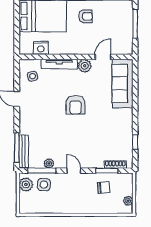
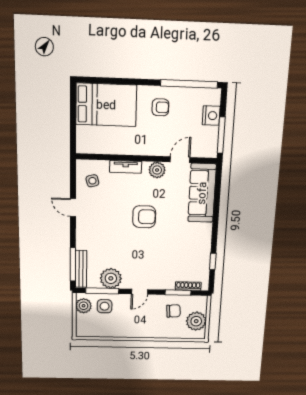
window: (135, 24) -> (221, 135), moved
nightstand: (41, 48) -> (211, 116), moved, turned -90
tv unit: (59, 64) -> (126, 167), width x0.71
armchair: (75, 105) -> (144, 217), turned -90
plant: (49, 163) -> (111, 278), width x1.88, depth x1.88
door: (74, 171) -> (140, 292), swing flipped
plant: (128, 201) -> (196, 321), width x1.88, depth x1.88

